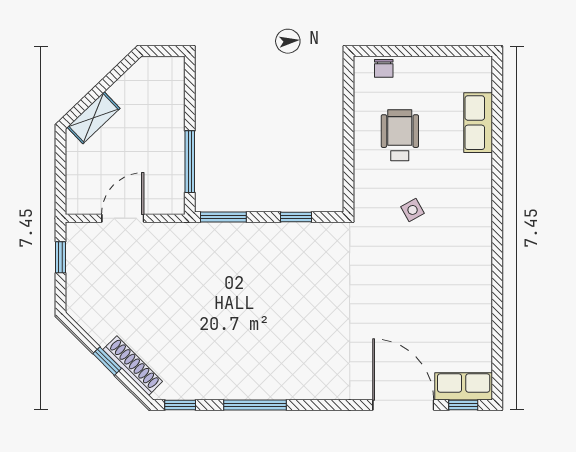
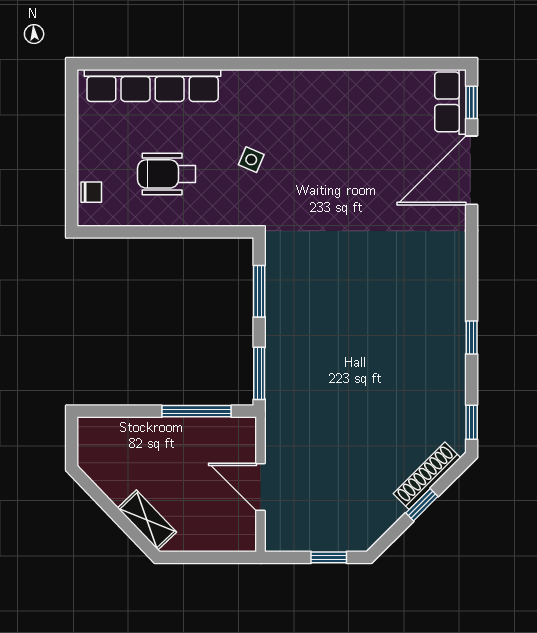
row of seats: (478, 123) -> (153, 85), width x2.02
side table: (413, 210) -> (251, 160), turned -38
window: (296, 217) -> (259, 291), width x1.50
window: (60, 257) -> (329, 557), moved
window: (255, 405) -> (472, 338), width x0.46

